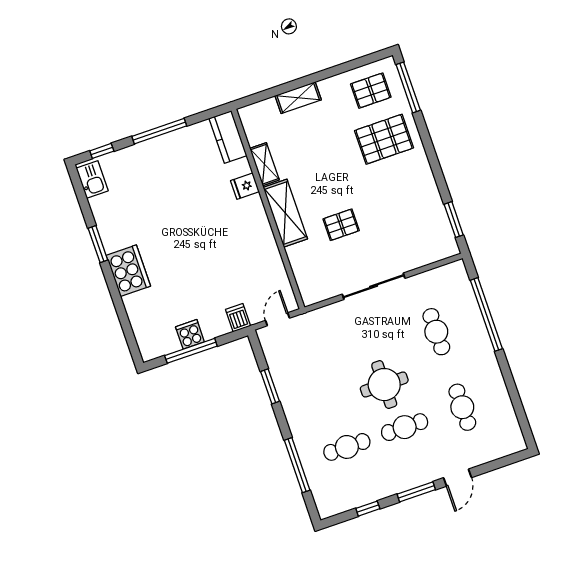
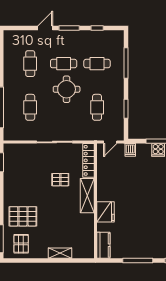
pallet: (371, 91) -> (21, 244), turned 90
shelving: (264, 164) -> (89, 225), removed
fridge: (245, 186) -> (105, 212), width x1.88, depth x1.34
locker: (304, 275) -> (88, 160), added
cafe table: (321, 371) -> (97, 107), added

